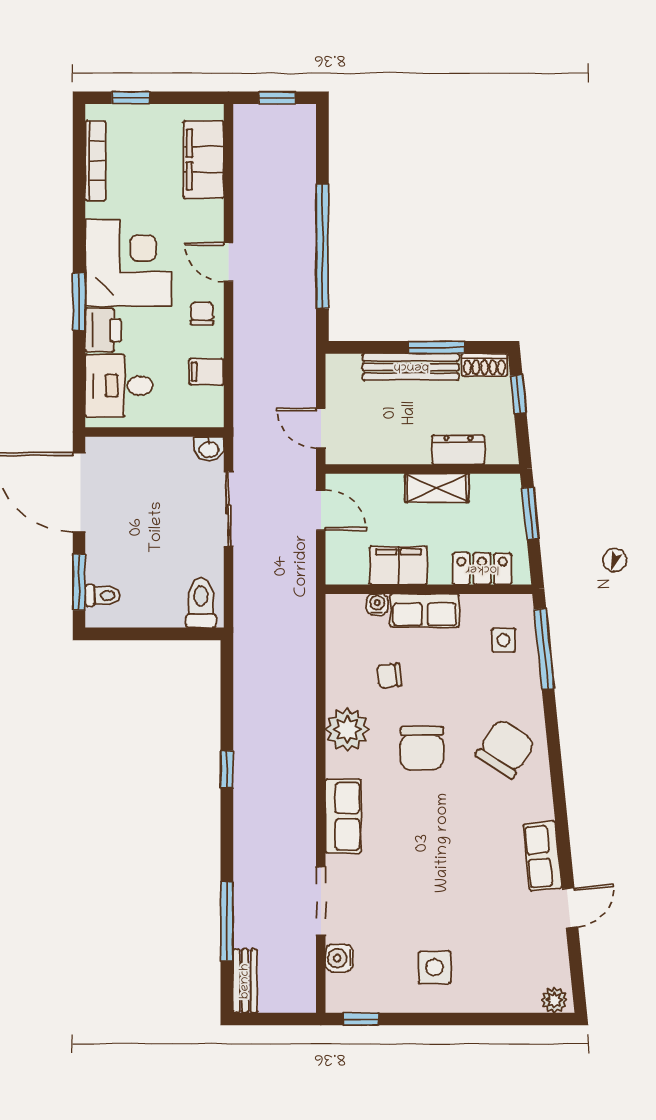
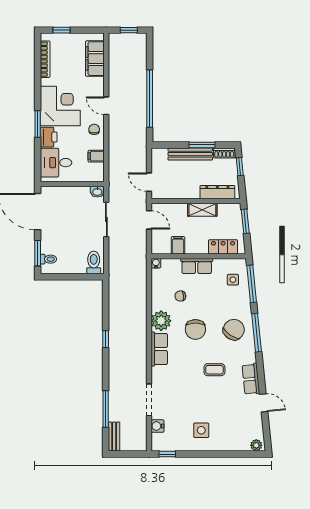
dresser: (458, 450) -> (217, 192), width x1.44
filing cabinet: (398, 565) -> (178, 245), width x0.50
water cooler: (377, 604) -> (156, 263), moved
window: (555, 755) -> (257, 333), added
row of seats: (343, 816) -> (159, 349), moved
coffee table: (463, 836) -> (214, 370), added
door: (570, 908) -> (264, 403), hinge flipped

